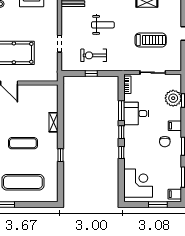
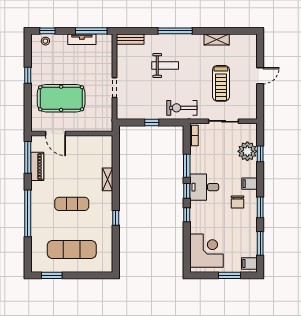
treadmill: (151, 40) -> (221, 83), turned 90
exercise bike: (94, 55) -> (182, 108), moved
desk: (136, 114) -> (204, 187), moved

